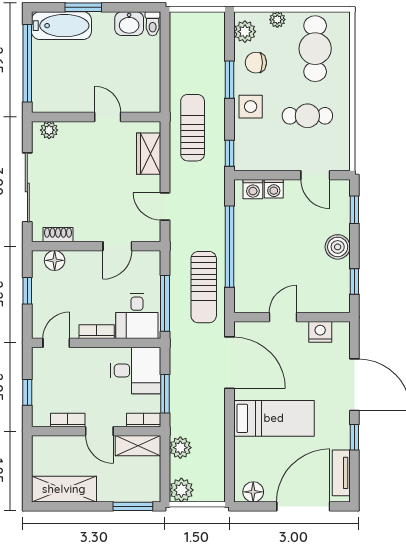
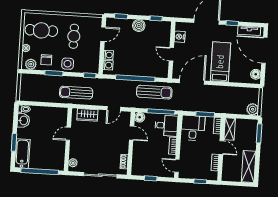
floor lamp: (55, 260) -> (140, 117), moved
door: (99, 431) -> (221, 147), hinge flipped
plant: (180, 448) -> (232, 108), removed

